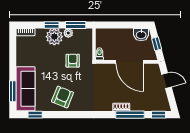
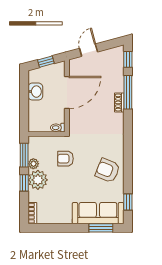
washbasin: (141, 35) -> (35, 92), moved

